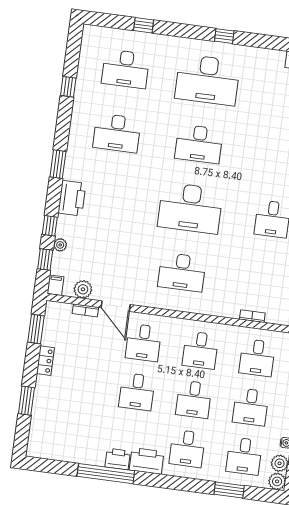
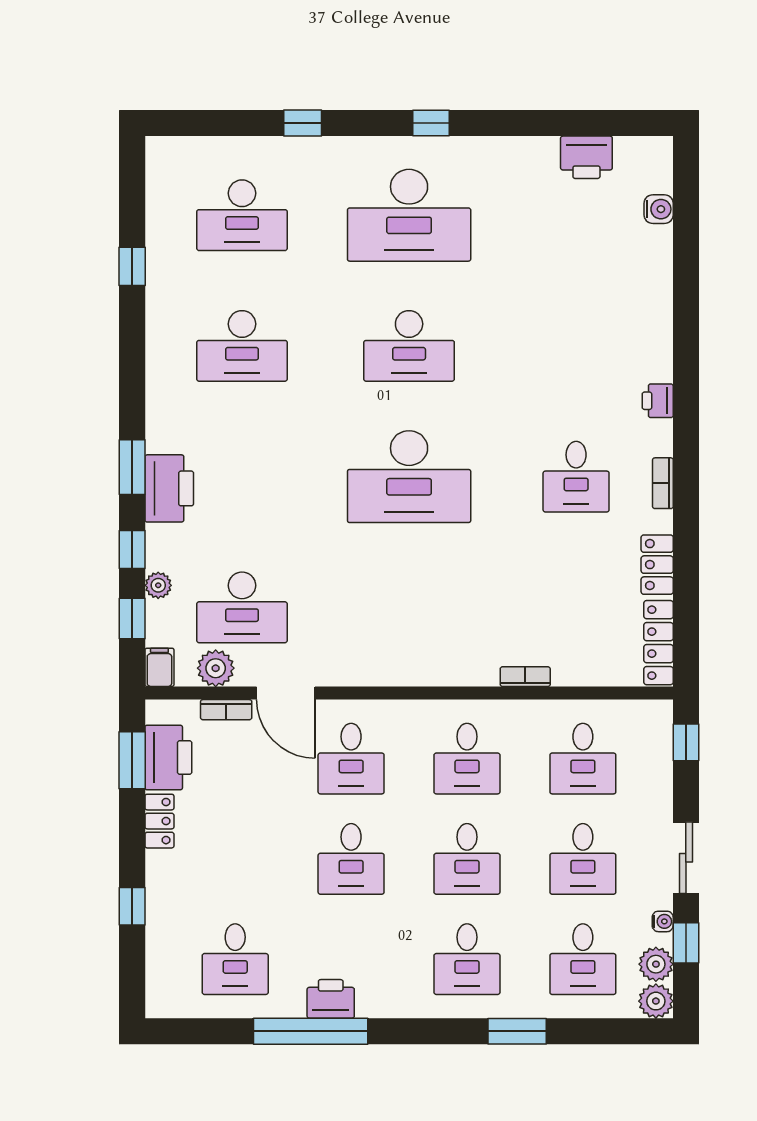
window: (144, 25) -> (303, 123), moved
window: (58, 164) -> (132, 467), moved
desk: (182, 272) -> (242, 607), moved
bookcase: (252, 316) -> (525, 677), moved
window: (26, 401) -> (132, 906), width x0.67
desk: (73, 433) -> (235, 959), added
printer: (147, 461) -> (168, 758), moved, turned 90
window: (229, 490) -> (517, 1031), moved

